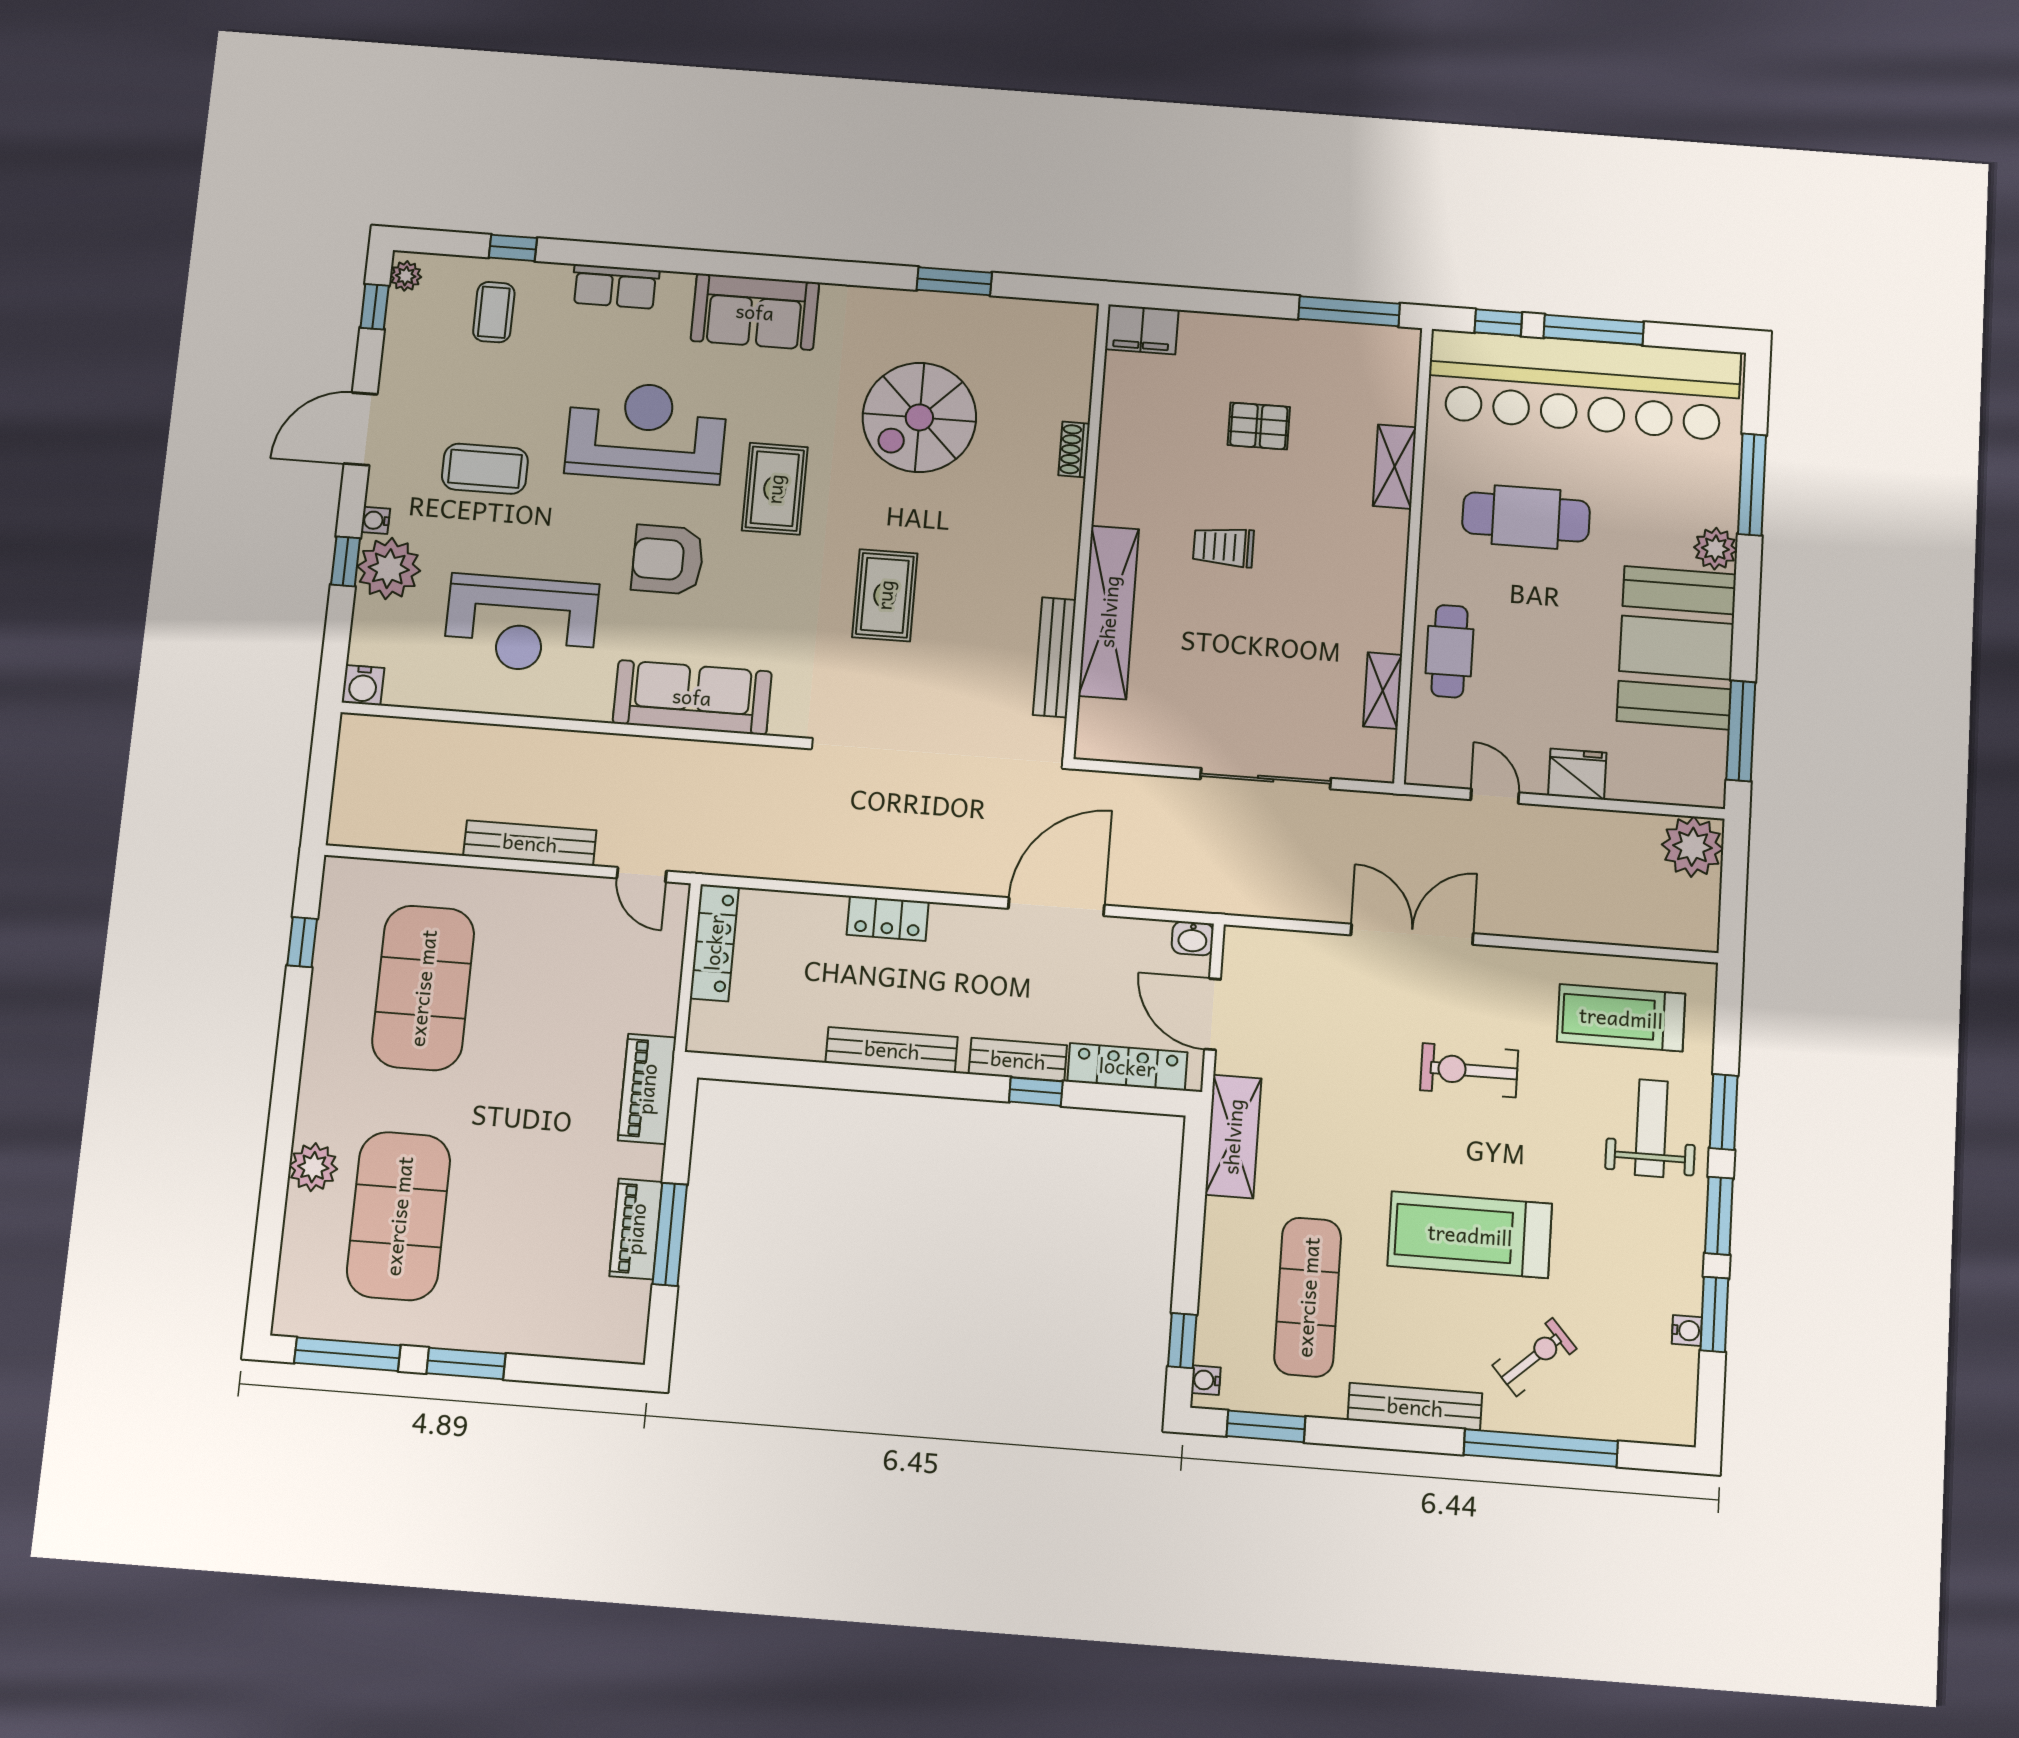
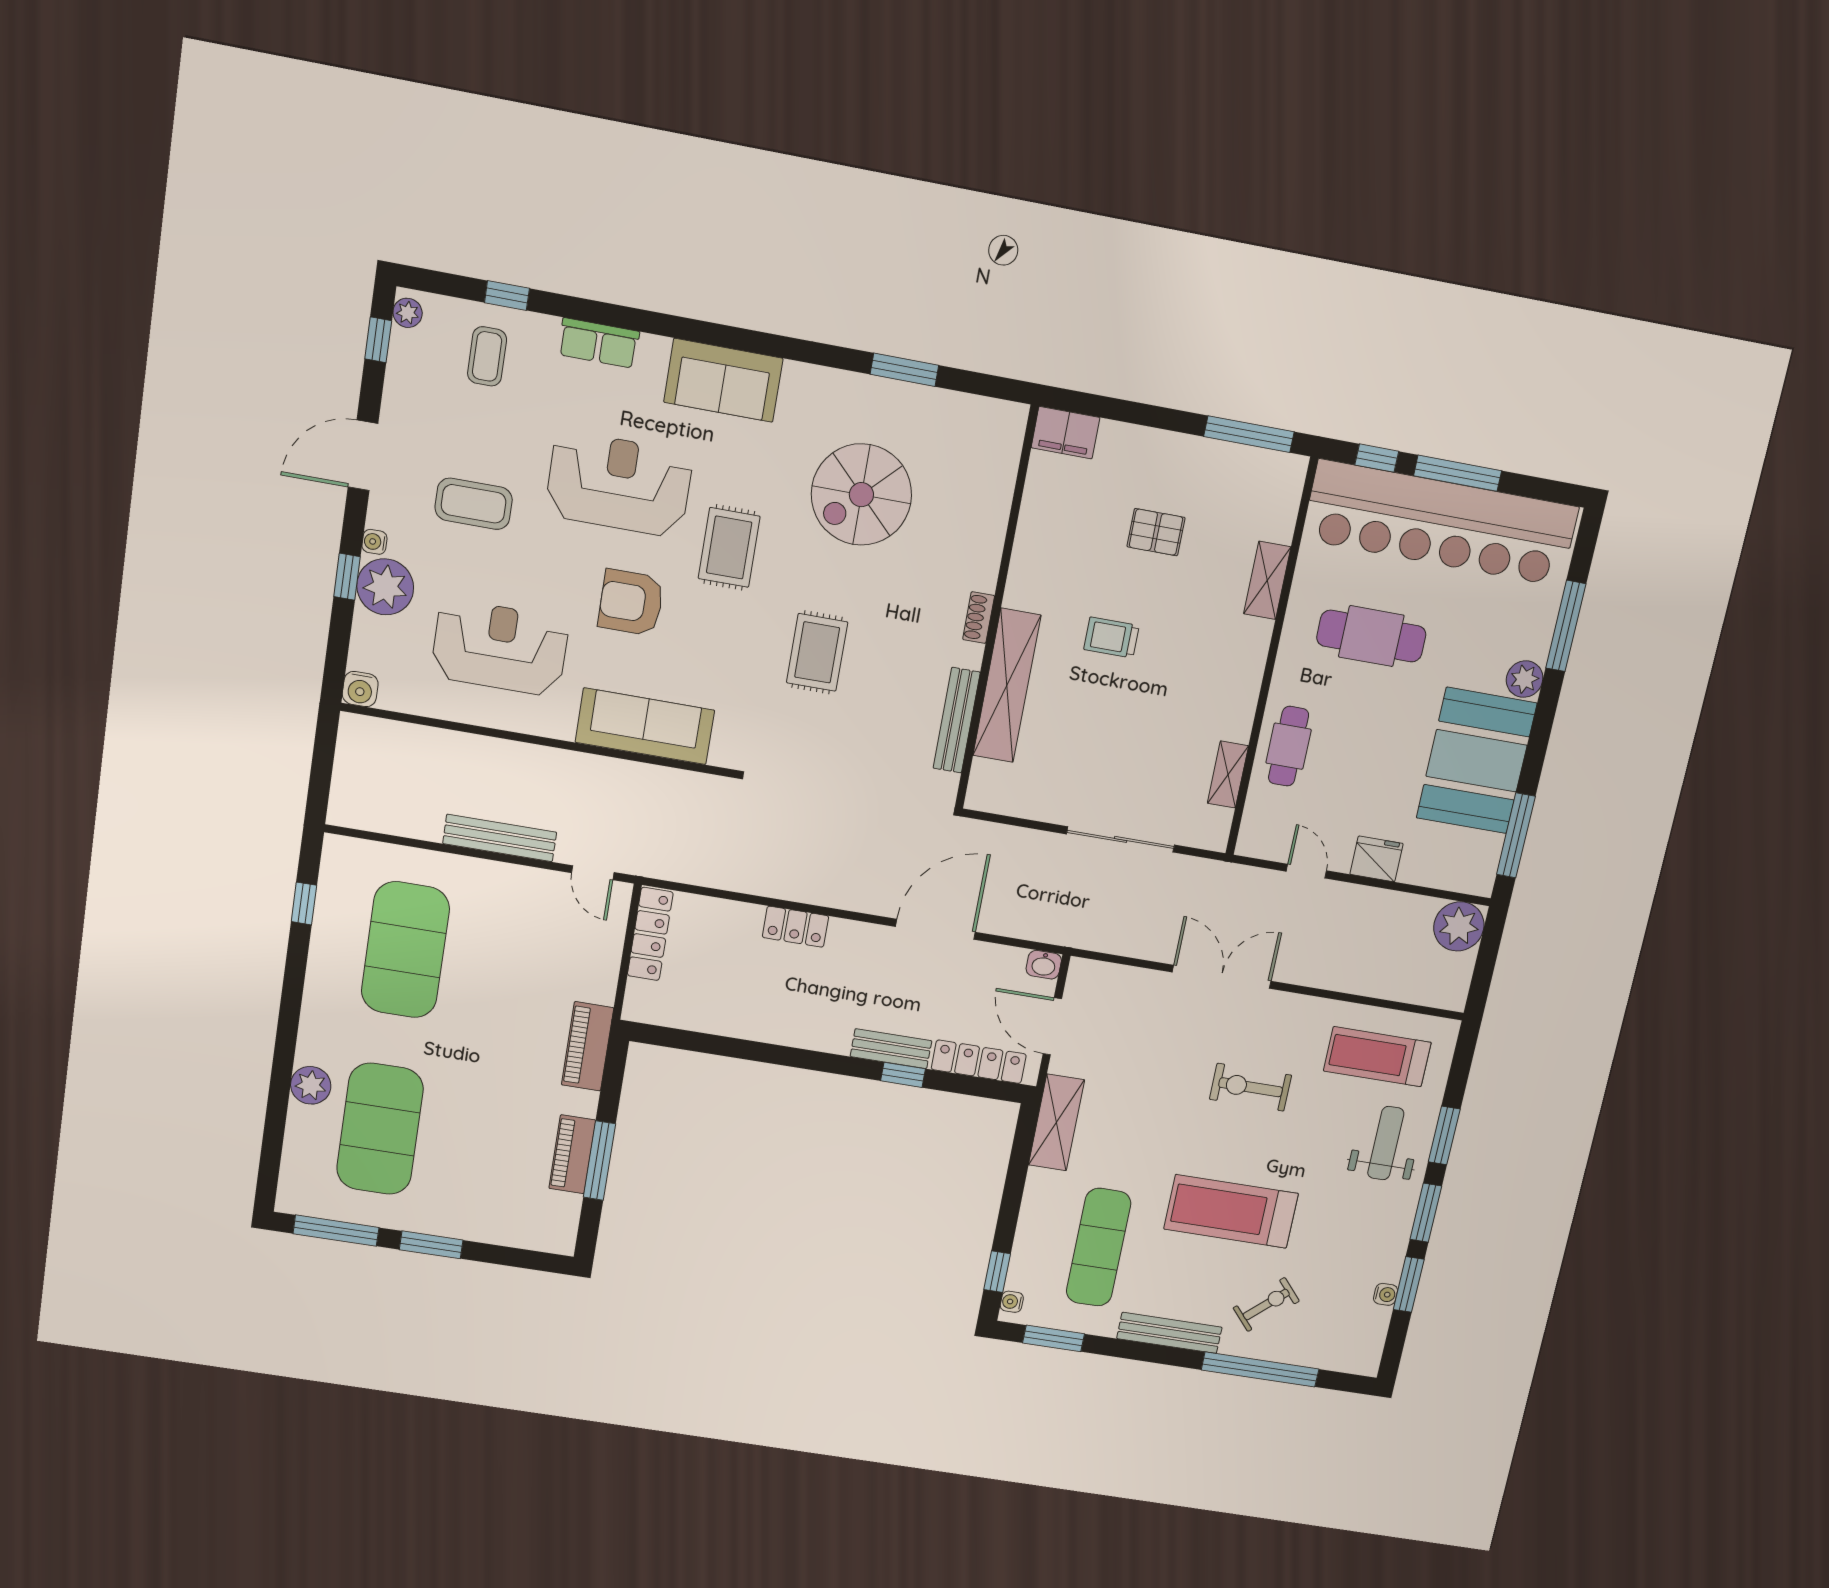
shoe rack: (1074, 449) -> (979, 618), moved
reception desk: (521, 624) -> (500, 648), turned 180
bench: (892, 1050) -> (789, 1032), removed

